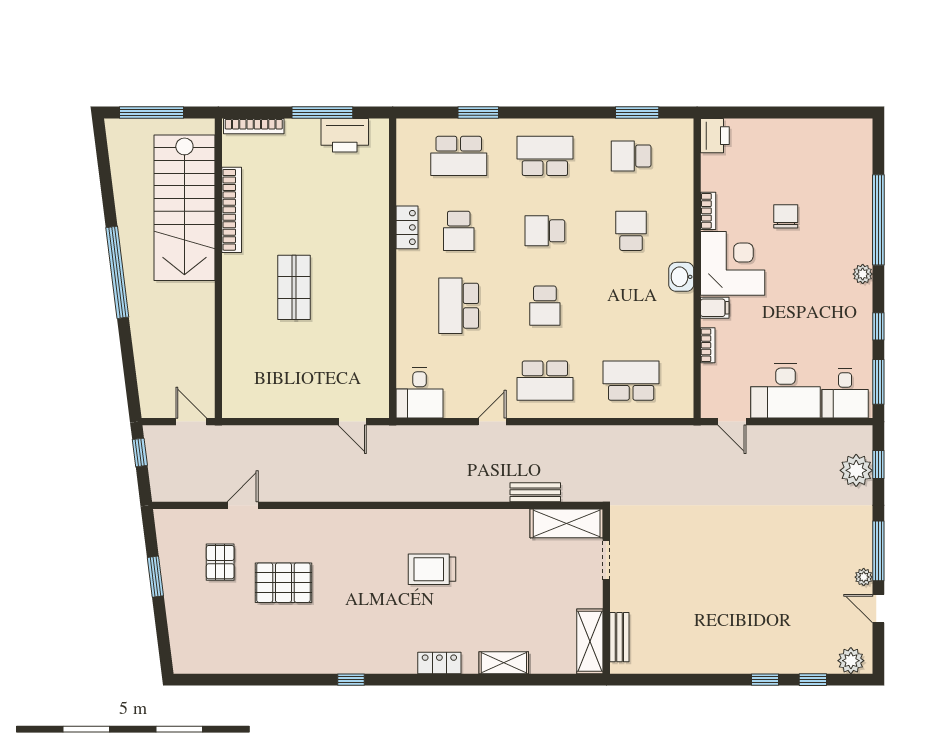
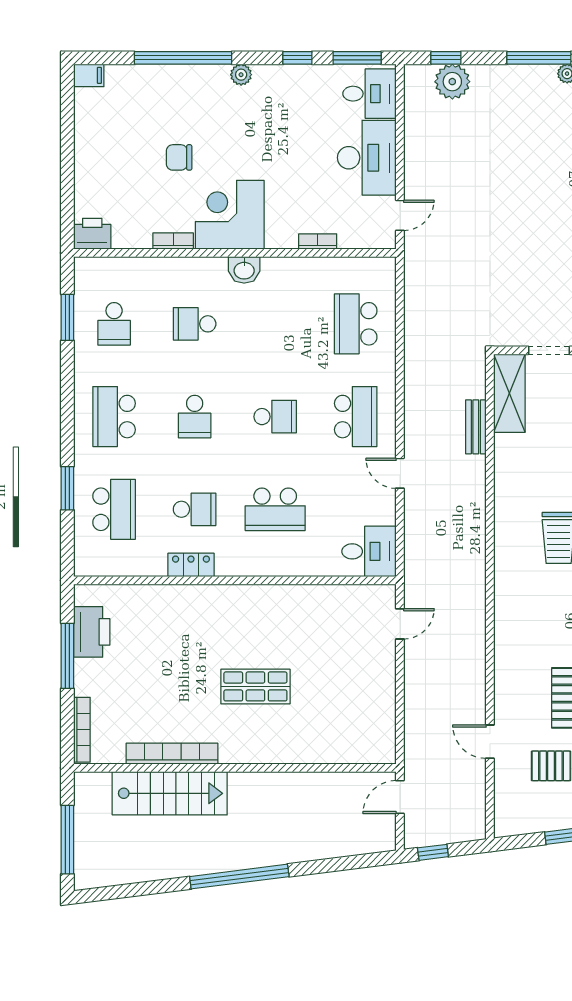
stairs: (184, 208) -> (170, 793), width x0.73, depth x0.66
filing cabinet: (715, 308) -> (89, 75), moved, turned 90

